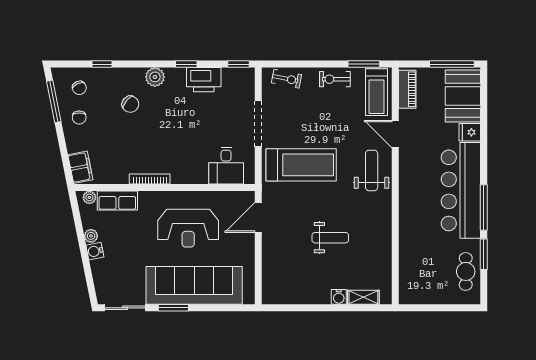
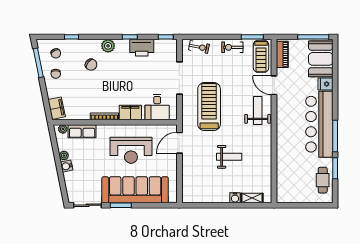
treadmill: (301, 165) -> (209, 107), turned -90
filing cabinet: (187, 174) -> (130, 113), added

